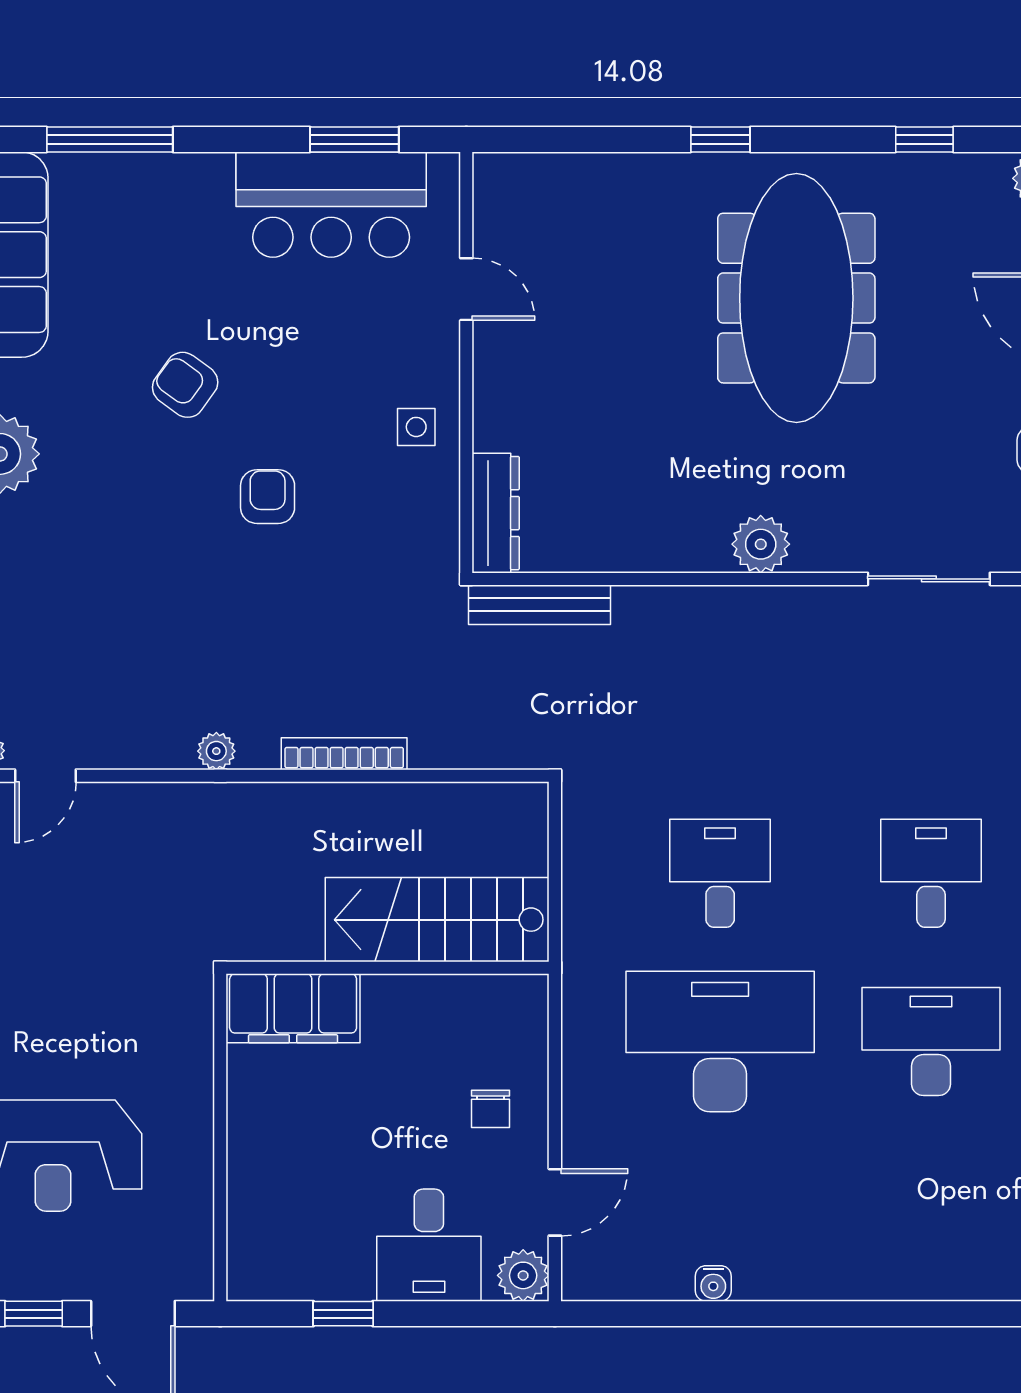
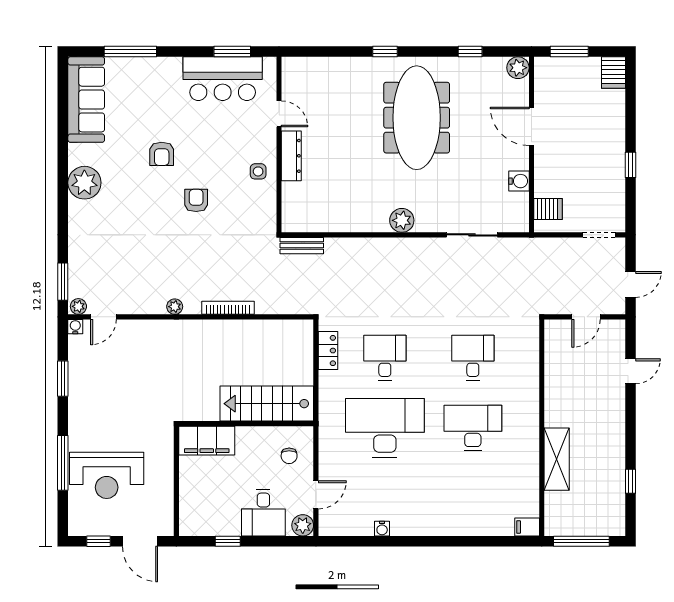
armchair: (185, 385) -> (162, 154), turned -126
dresser: (496, 513) -> (291, 156), moved
bench: (540, 605) -> (302, 246), width x0.73
locker: (584, 856) -> (328, 351), added
stairs: (437, 920) -> (267, 404), moved
wall: (388, 968) -> (246, 424), moved
filing cabinet: (293, 1008) -> (207, 441), moved

